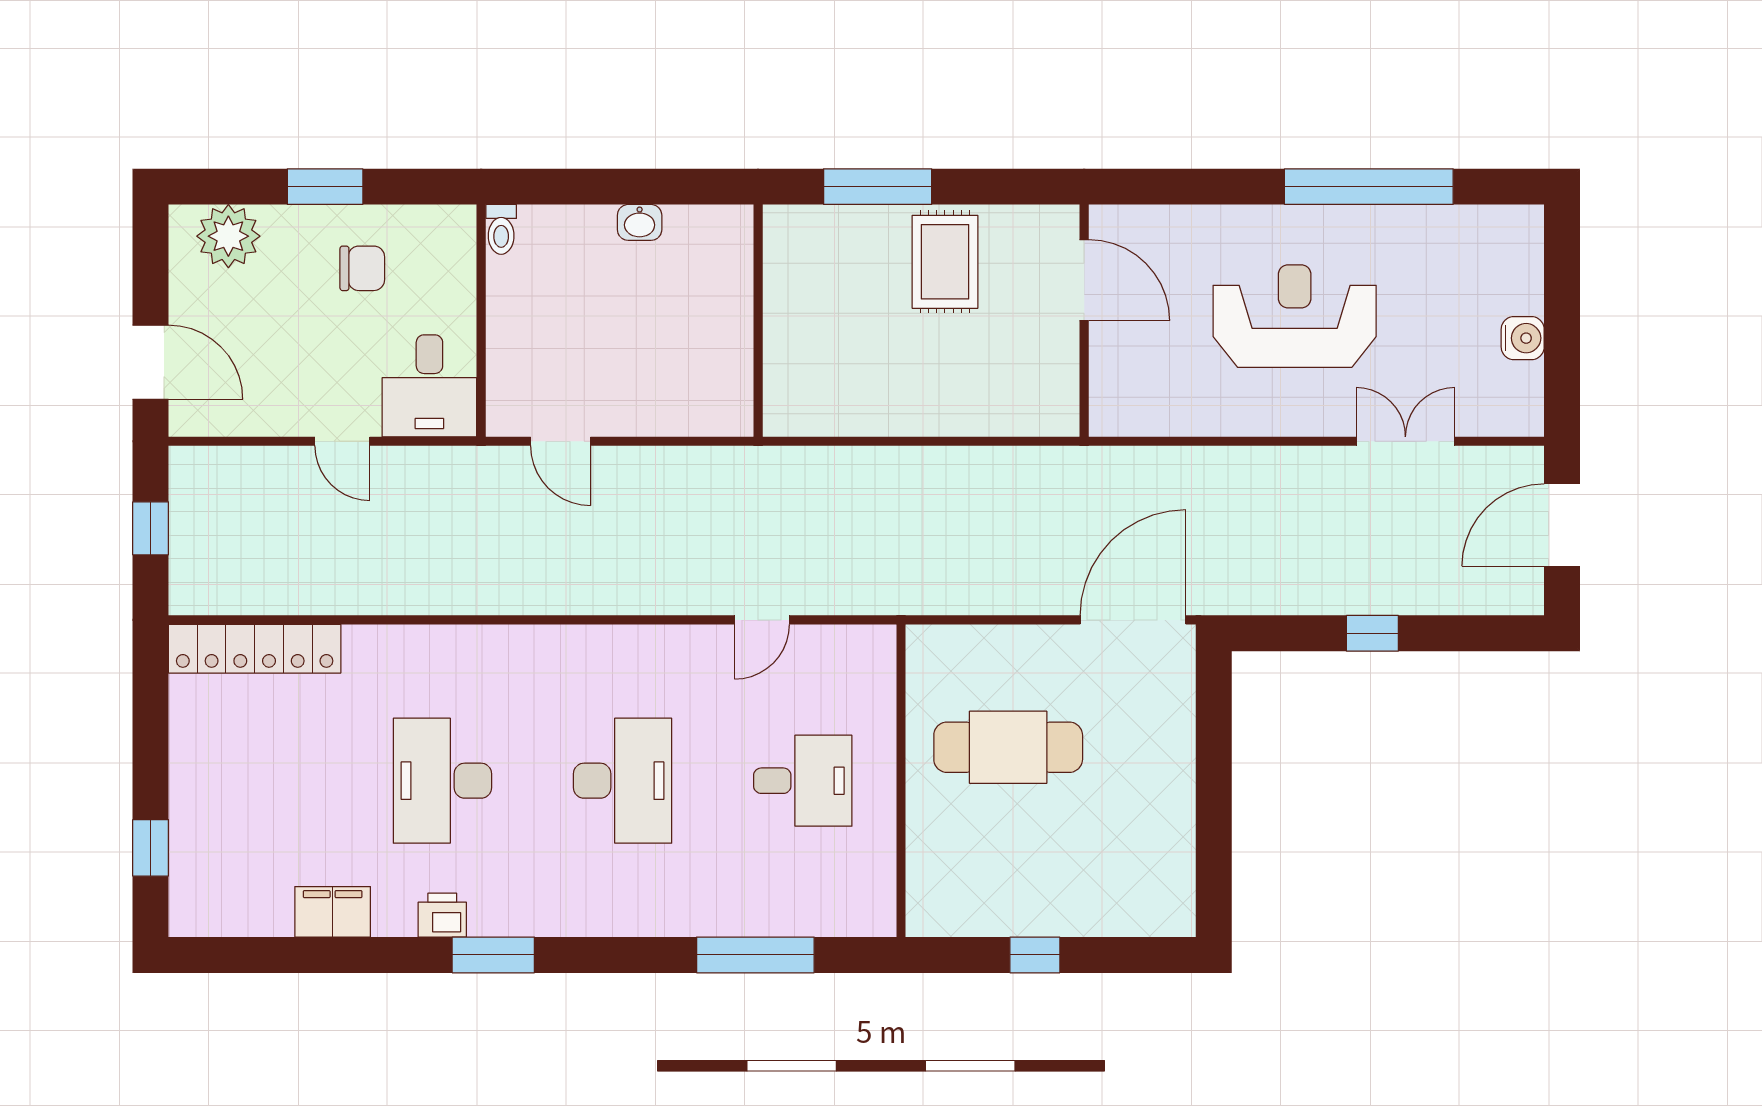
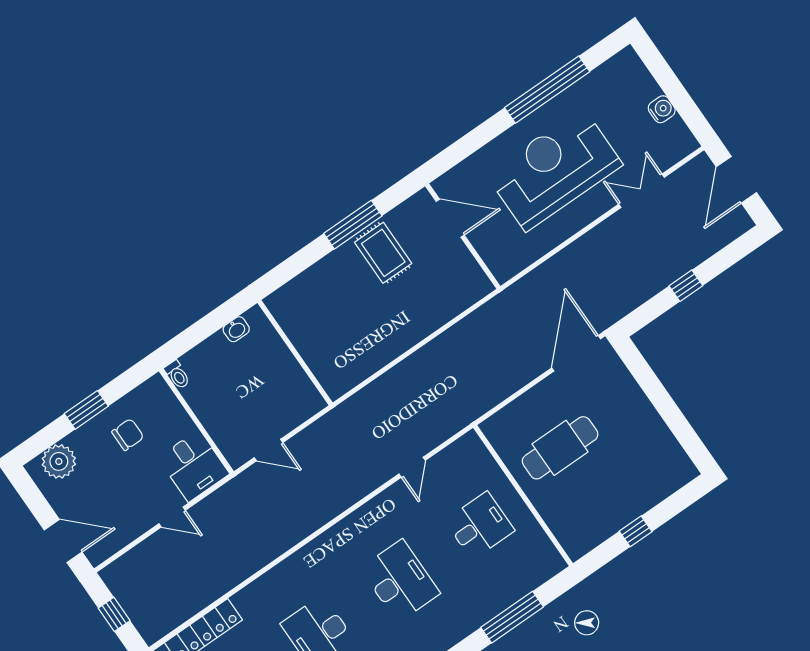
window: (878, 187) -> (353, 225), moved
reception desk: (1295, 316) -> (554, 169), width x1.36, depth x1.30
wall: (758, 321) -> (295, 353), moved

